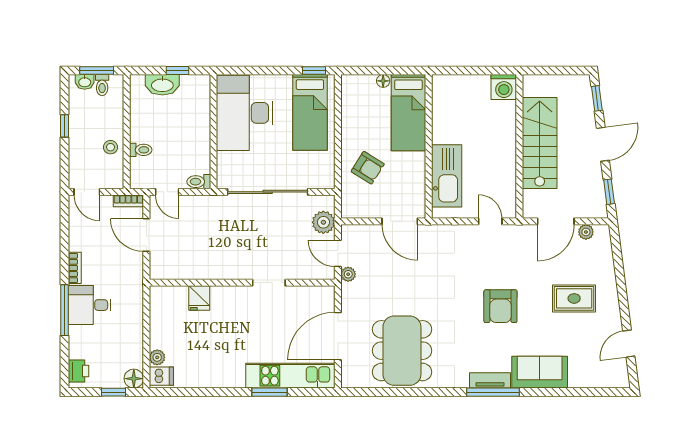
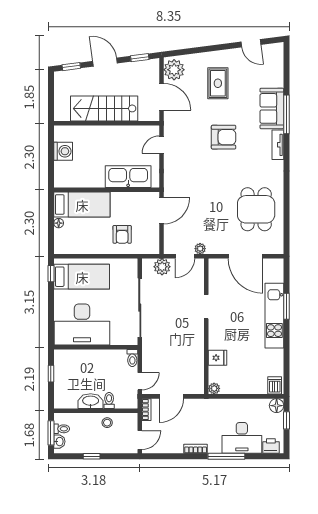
washbasin: (162, 85) -> (91, 401), moved, turned -90
washing machine: (504, 87) -> (63, 151), moved
armchair: (368, 168) -> (122, 234), turned 148
plant: (586, 232) -> (174, 70), width x1.87, depth x1.87
desk: (90, 305) -> (242, 438), moved, width x1.37
dining table: (402, 351) -> (256, 209), width x0.73
plant: (157, 357) -> (214, 388), moved
kitchen unit: (290, 376) -> (274, 316), moved
window: (493, 392) -> (286, 114), moved

